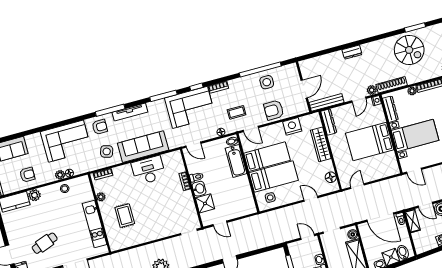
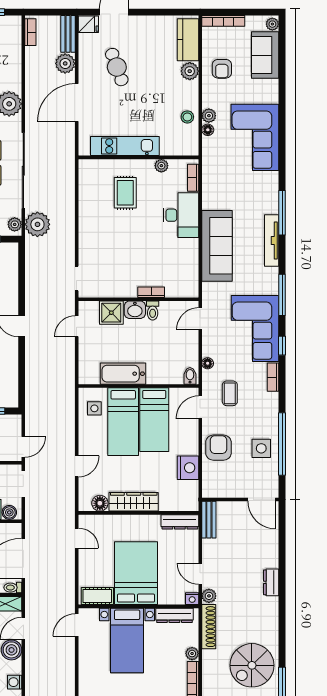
door: (304, 89) -> (262, 500), moved
bench: (327, 102) -> (209, 520), width x0.73
armchair: (100, 127) -> (262, 191), removed
wardrobe: (321, 144) -> (134, 502), moved
side table: (107, 151) -> (224, 192), removed
bathtub: (236, 161) -> (123, 374), moved
cot: (391, 163) -> (97, 596), added
desk: (148, 170) -> (181, 215), moved
rug: (125, 216) -> (125, 193), turned 90

